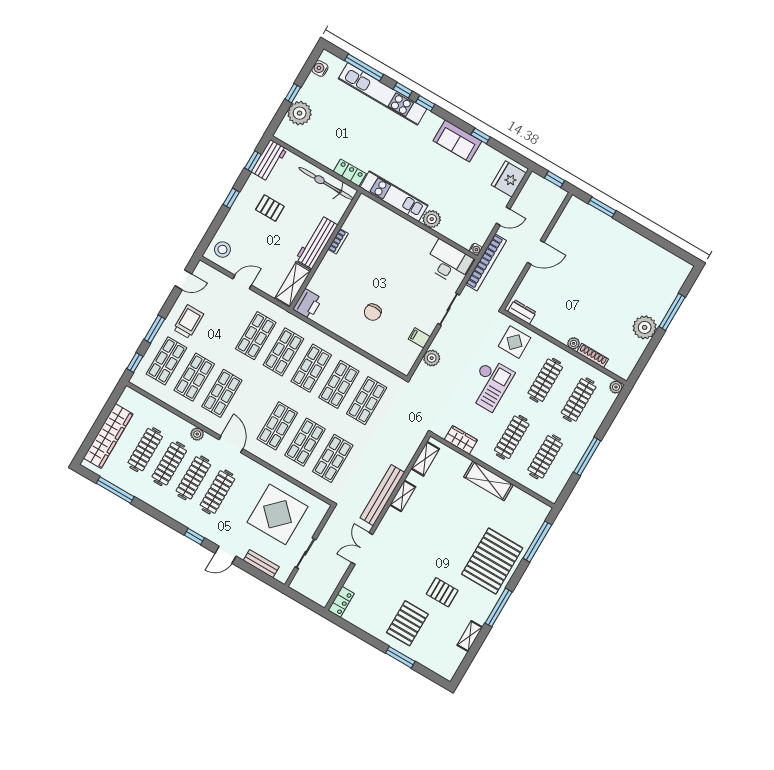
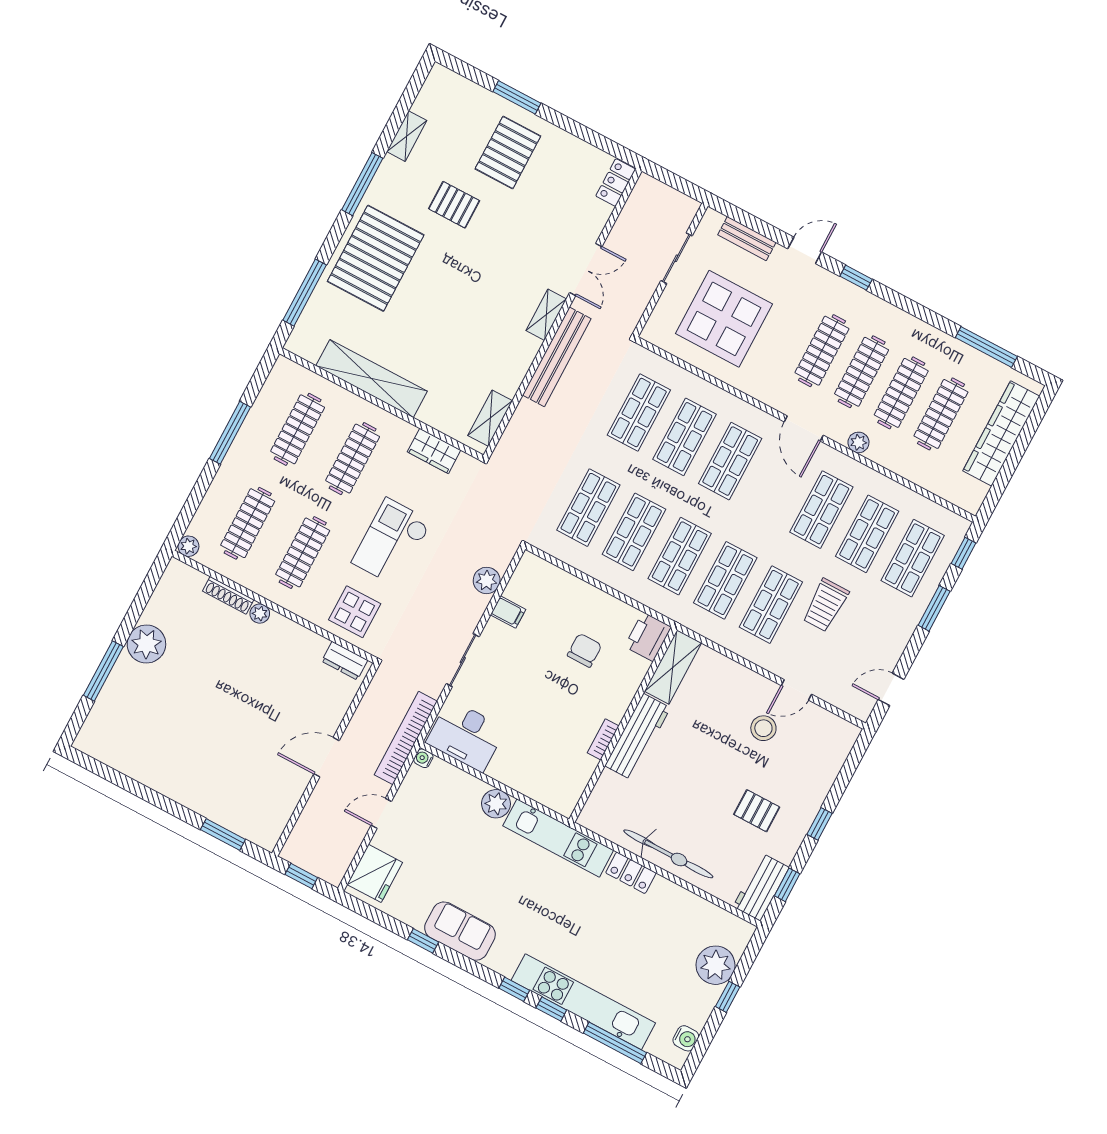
bookcase: (338, 241) -> (603, 739), moved
workbench: (317, 242) -> (638, 737), moved
stool: (222, 250) -> (763, 728), moved
wall: (325, 250) -> (623, 725), moved
shelving: (293, 284) -> (673, 667), moved
printer: (308, 304) -> (648, 637), moved
trolley: (188, 322) -> (825, 605), moved
shelving: (489, 481) -> (372, 379), width x1.47
shelving: (403, 496) -> (546, 315), moved

